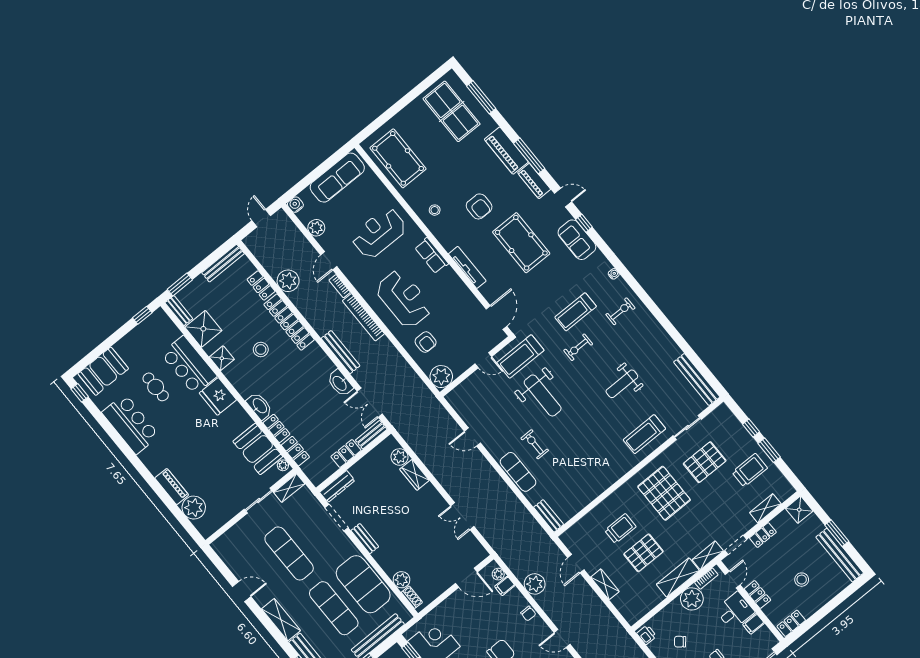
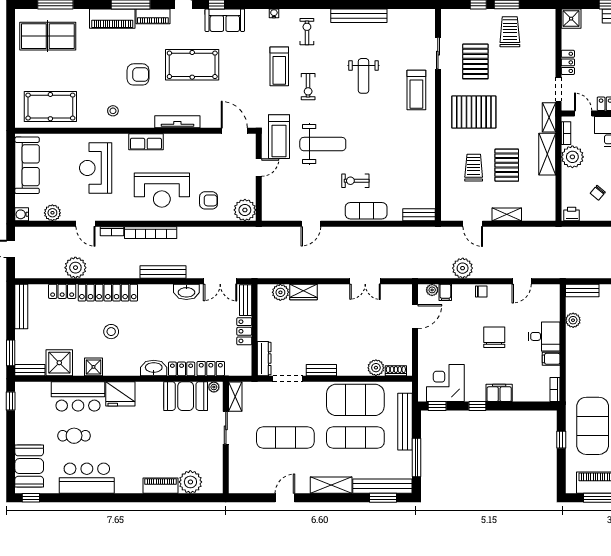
reception desk: (404, 299) -> (162, 190), turned 180
bench: (697, 379) -> (359, 16), moved
shelving: (765, 508) -> (549, 44), removed

